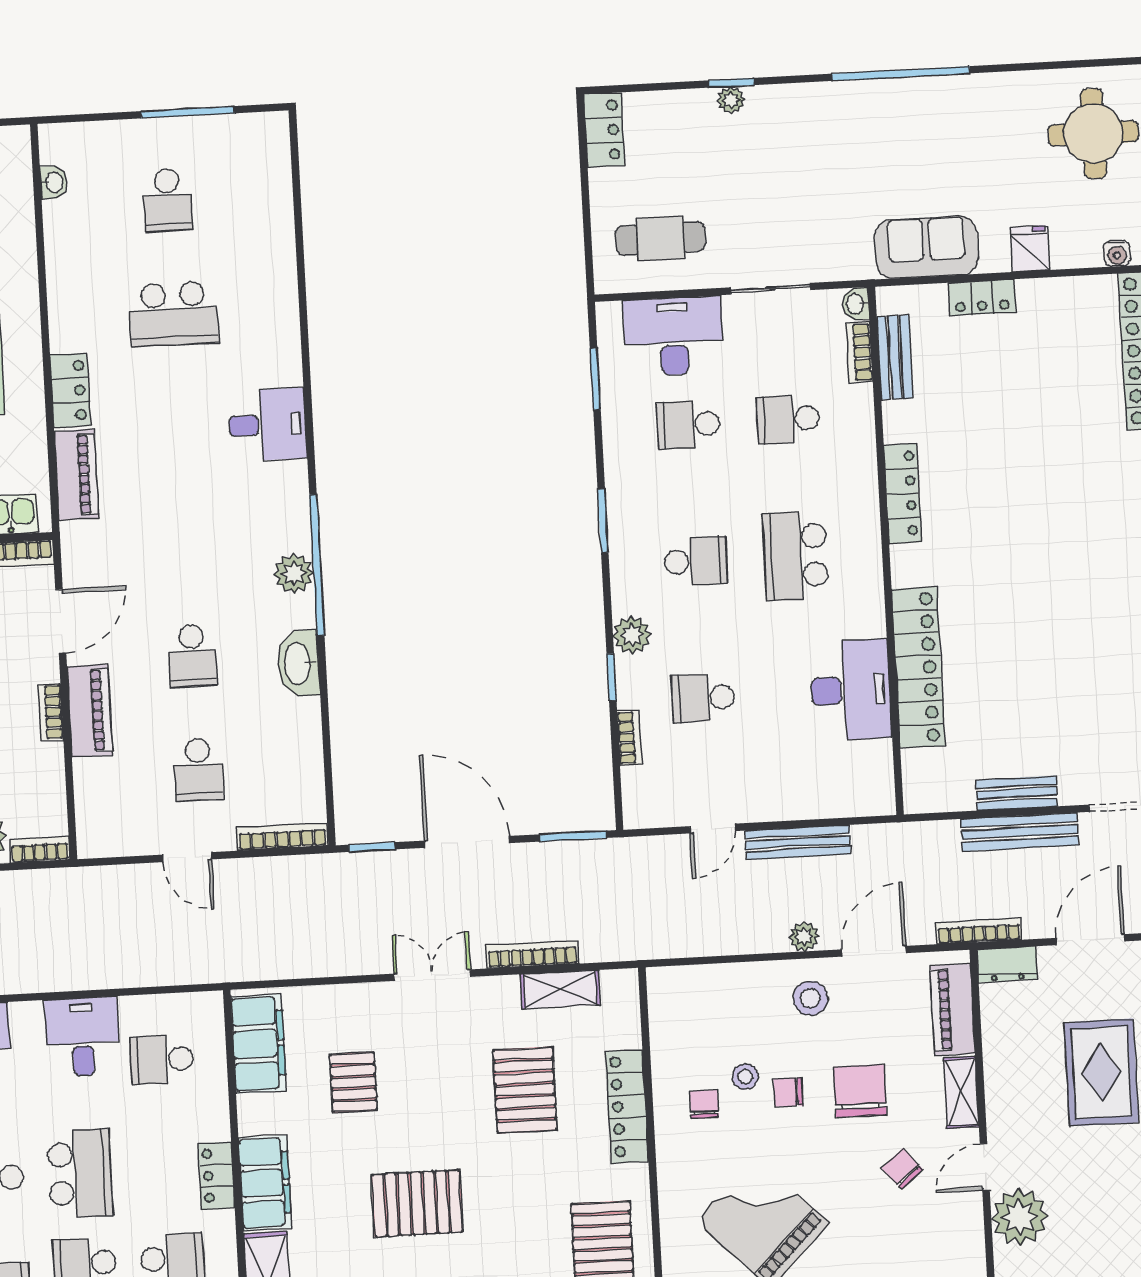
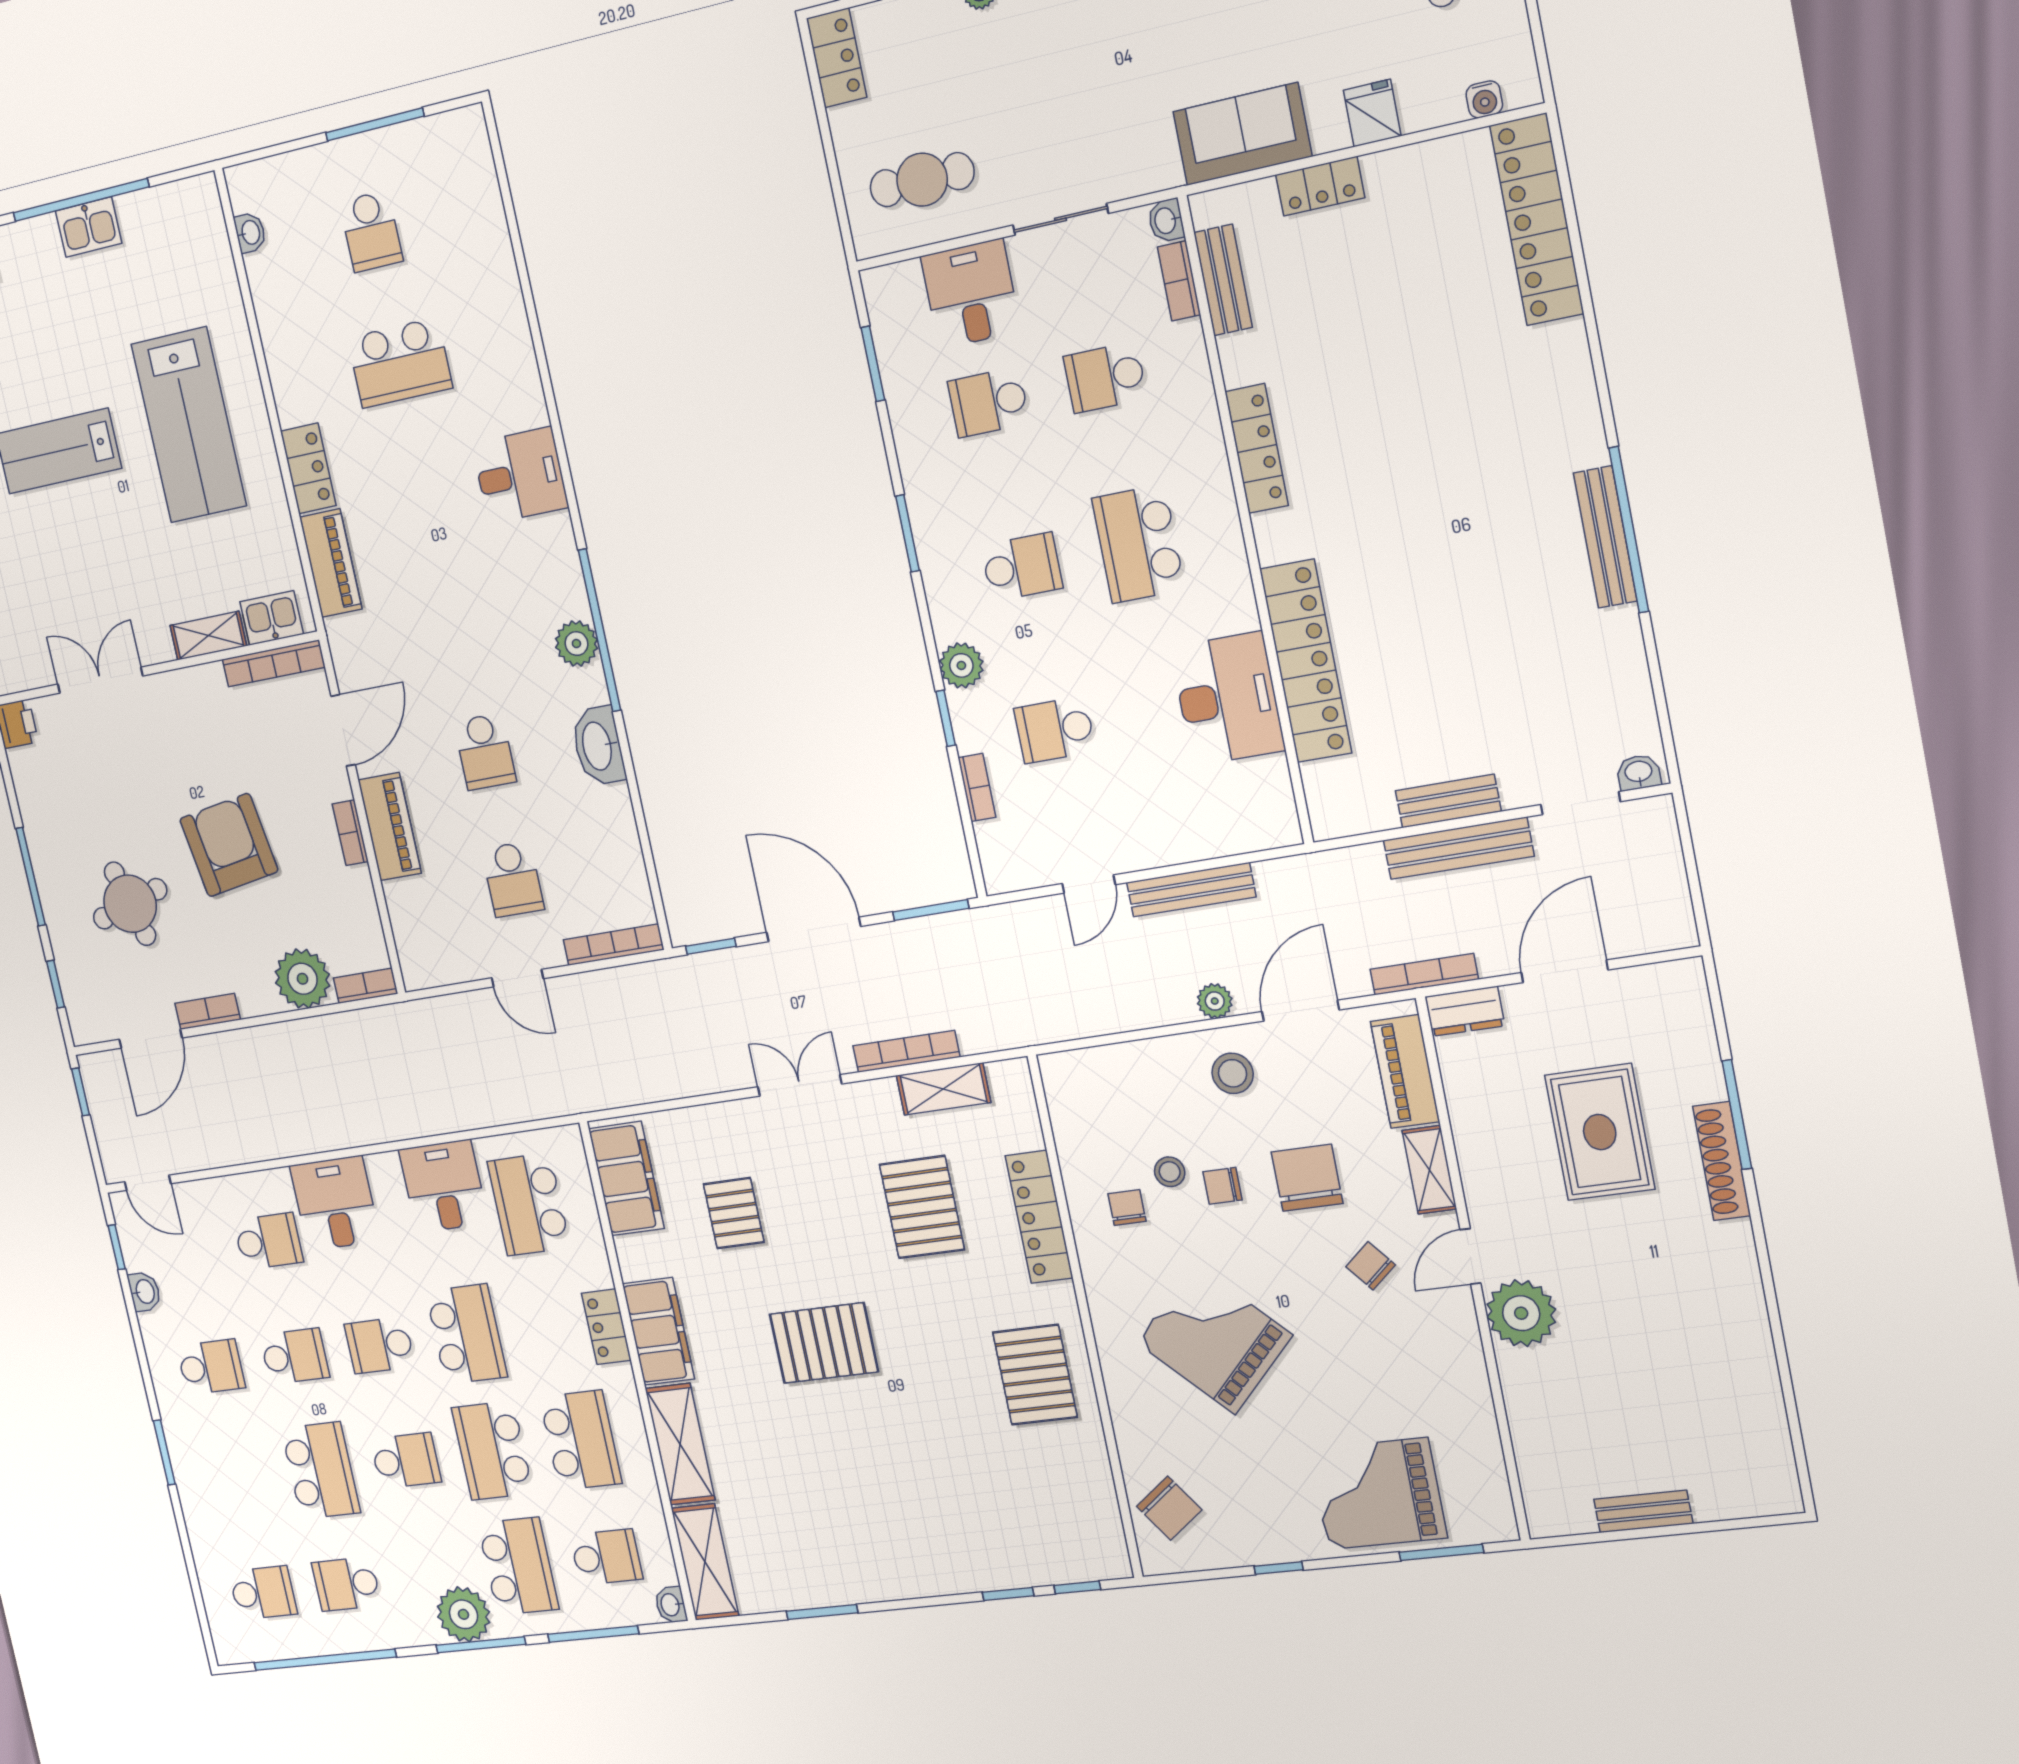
desk: (674, 336) -> (971, 294), width x0.73
school desk: (162, 1060) -> (529, 1204), width x1.85

